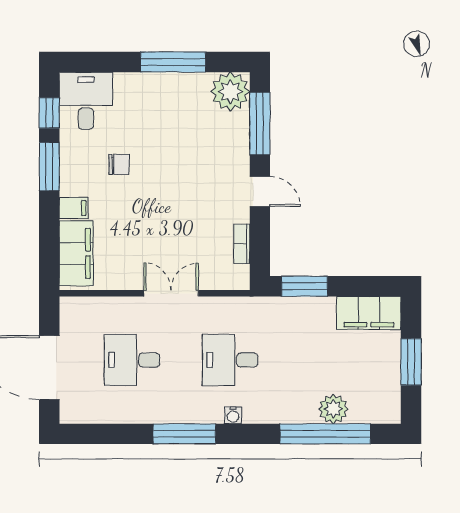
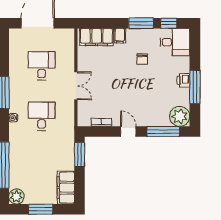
printer: (160, 84) -> (183, 80), added
door: (260, 191) -> (128, 132), swing flipped
plant: (333, 409) -> (16, 196), moved

